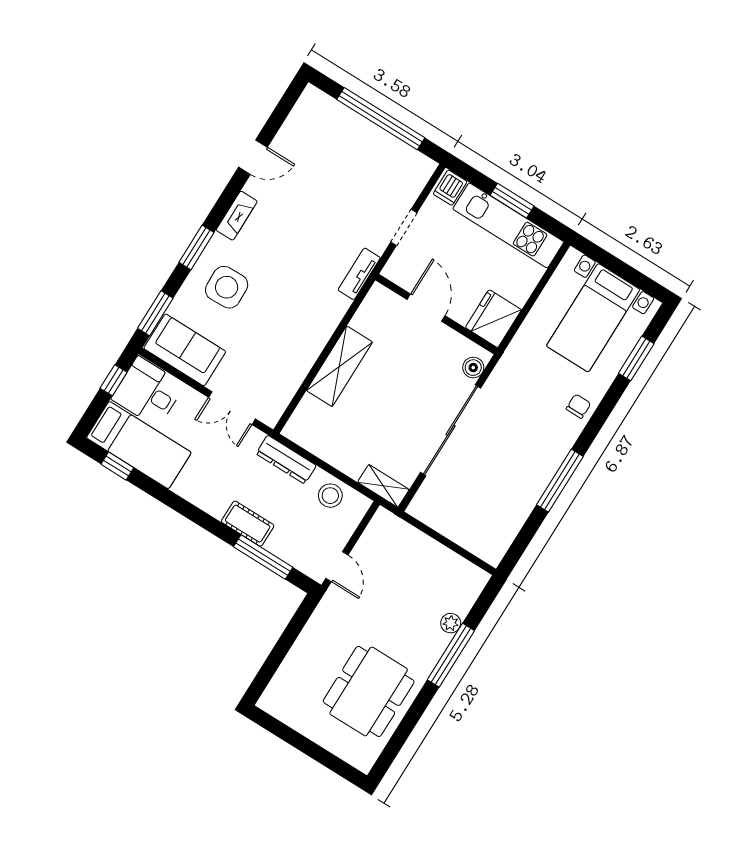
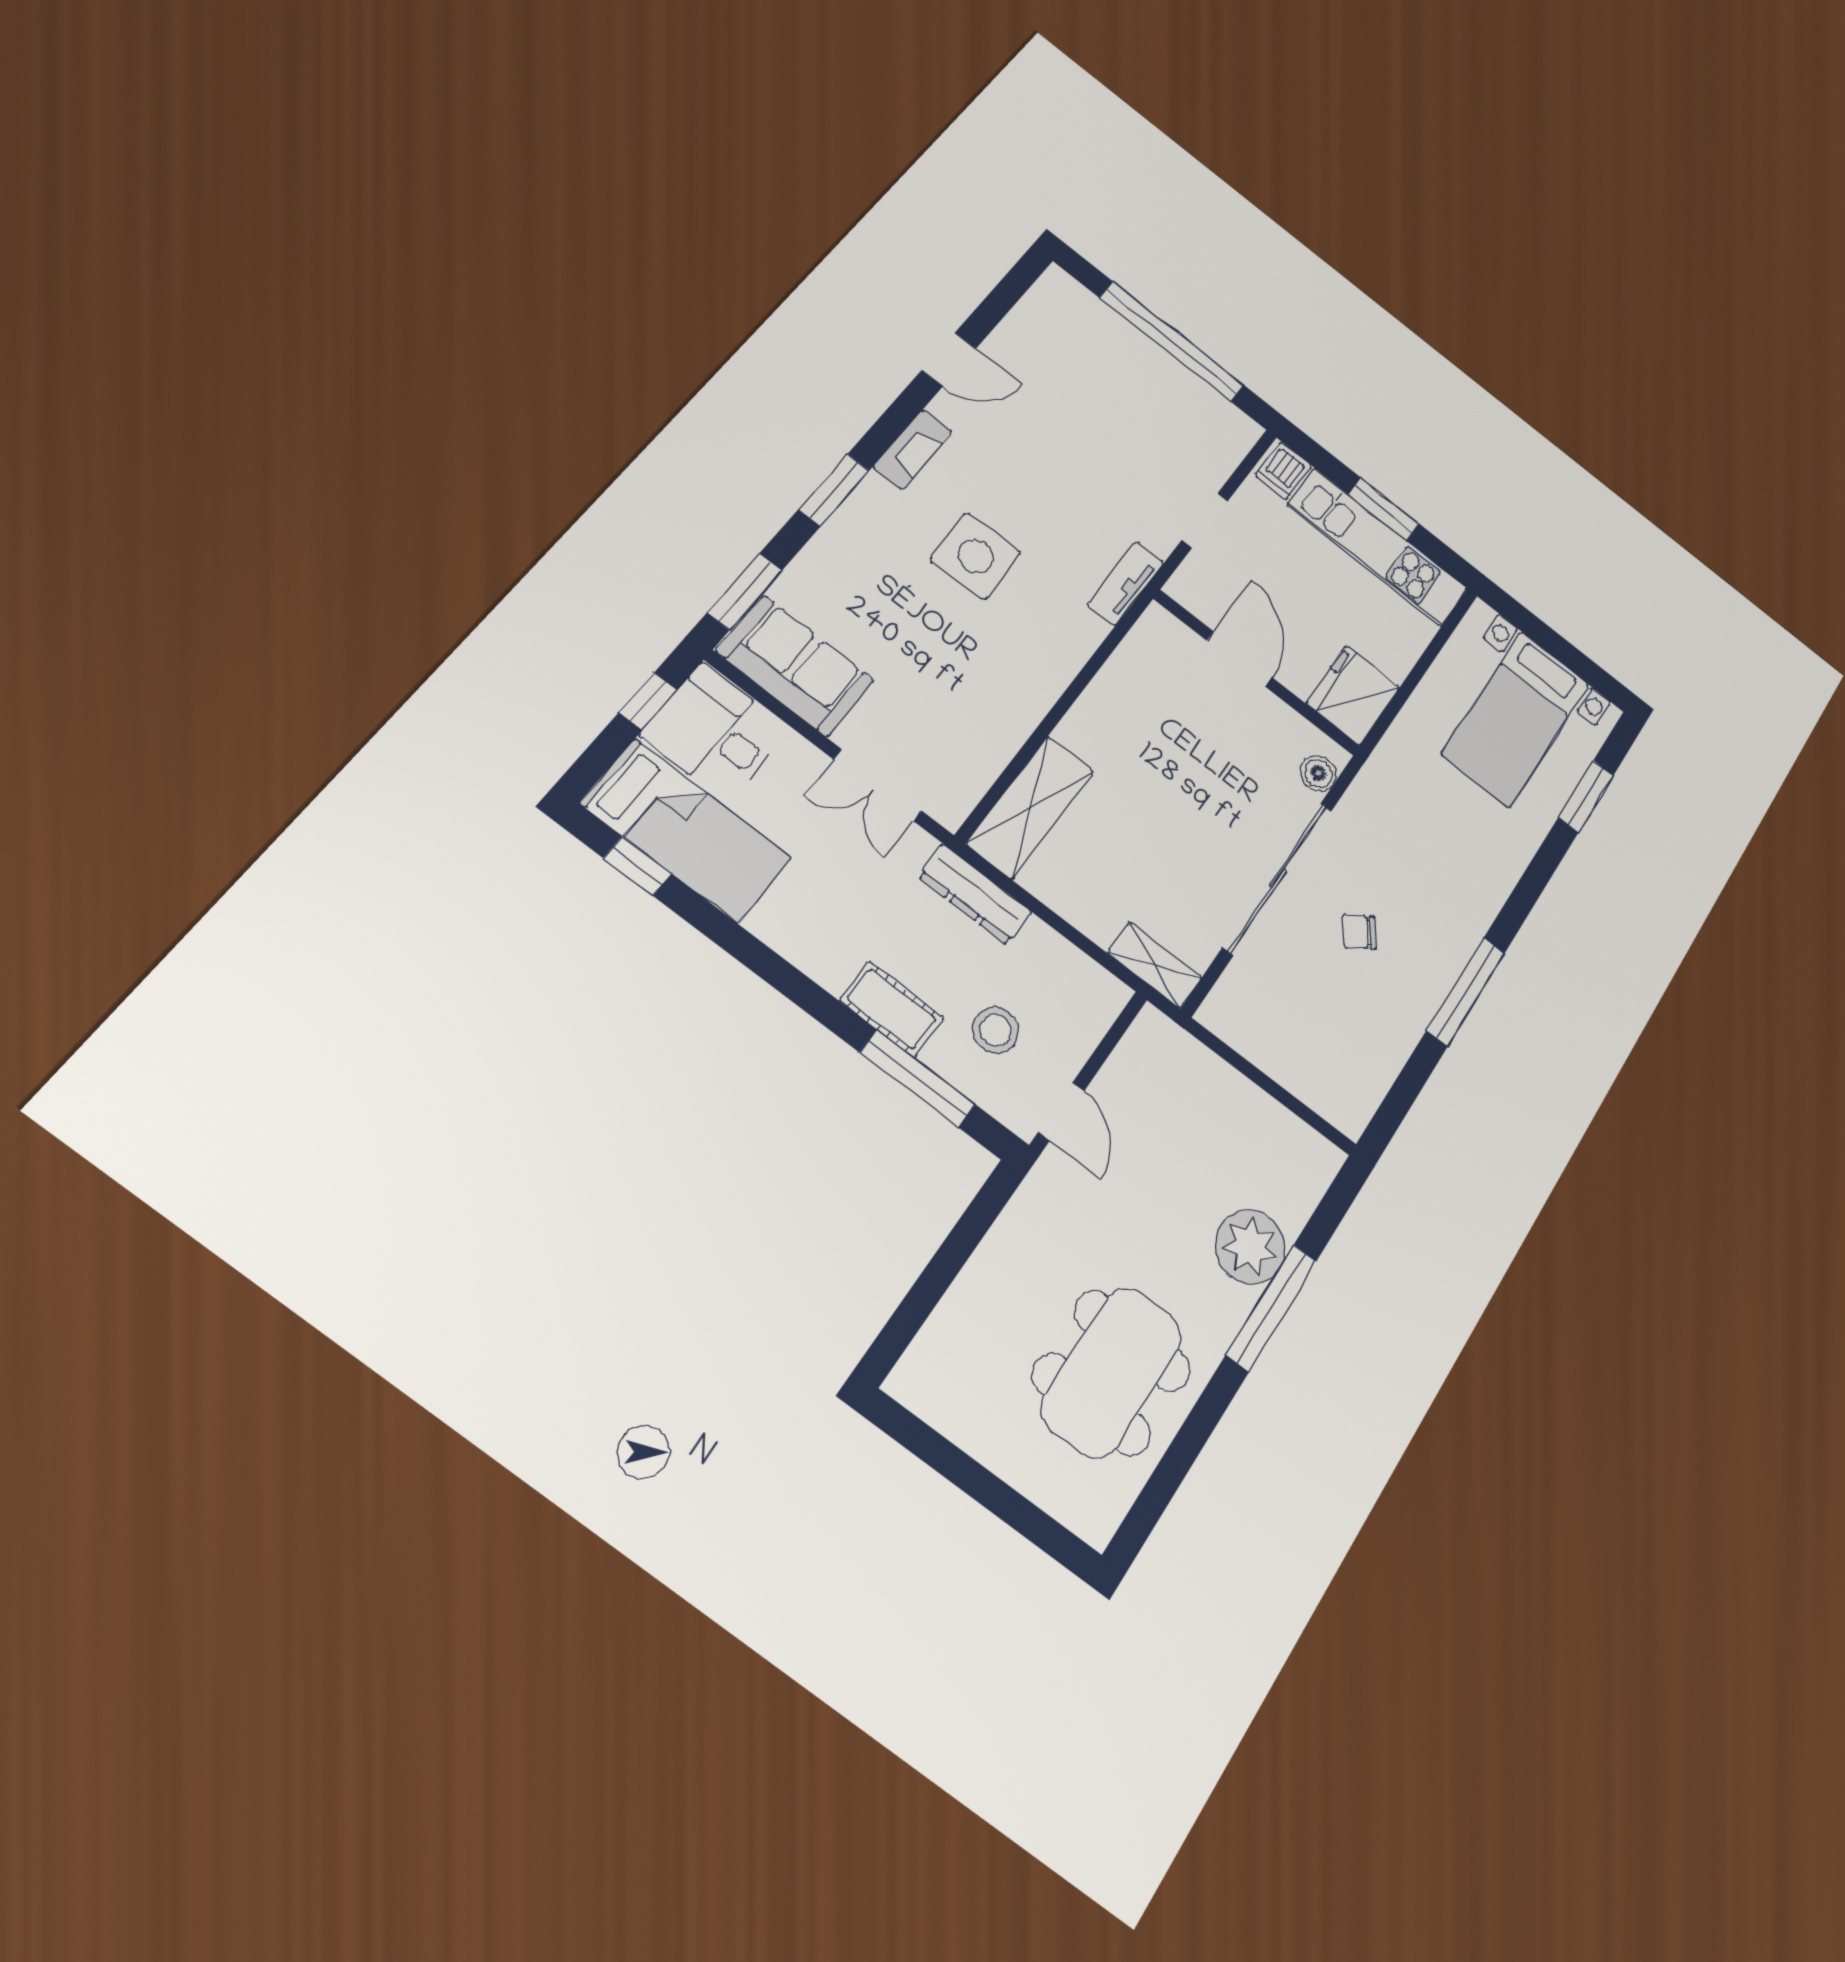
side table: (227, 287) -> (975, 556), moved
shelving: (339, 366) -> (1030, 807), moved
chair: (578, 406) -> (1359, 932), moved, turned -125
stool: (330, 496) -> (996, 1030), moved
plant: (451, 623) -> (1250, 1247), width x1.88, depth x1.88

